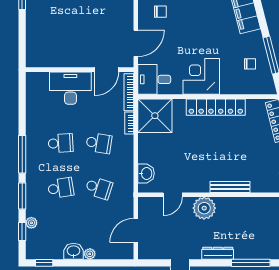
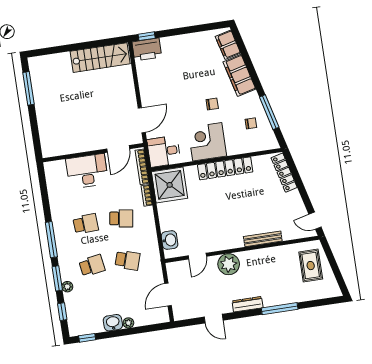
chair: (160, 12) -> (212, 104), moved
bench: (230, 187) -> (263, 239), moved
plant: (31, 223) -> (67, 287), moved

